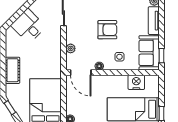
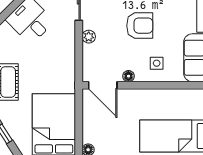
plant: (71, 48) -> (89, 37), moved
nightstand: (136, 82) -> (180, 99), removed

